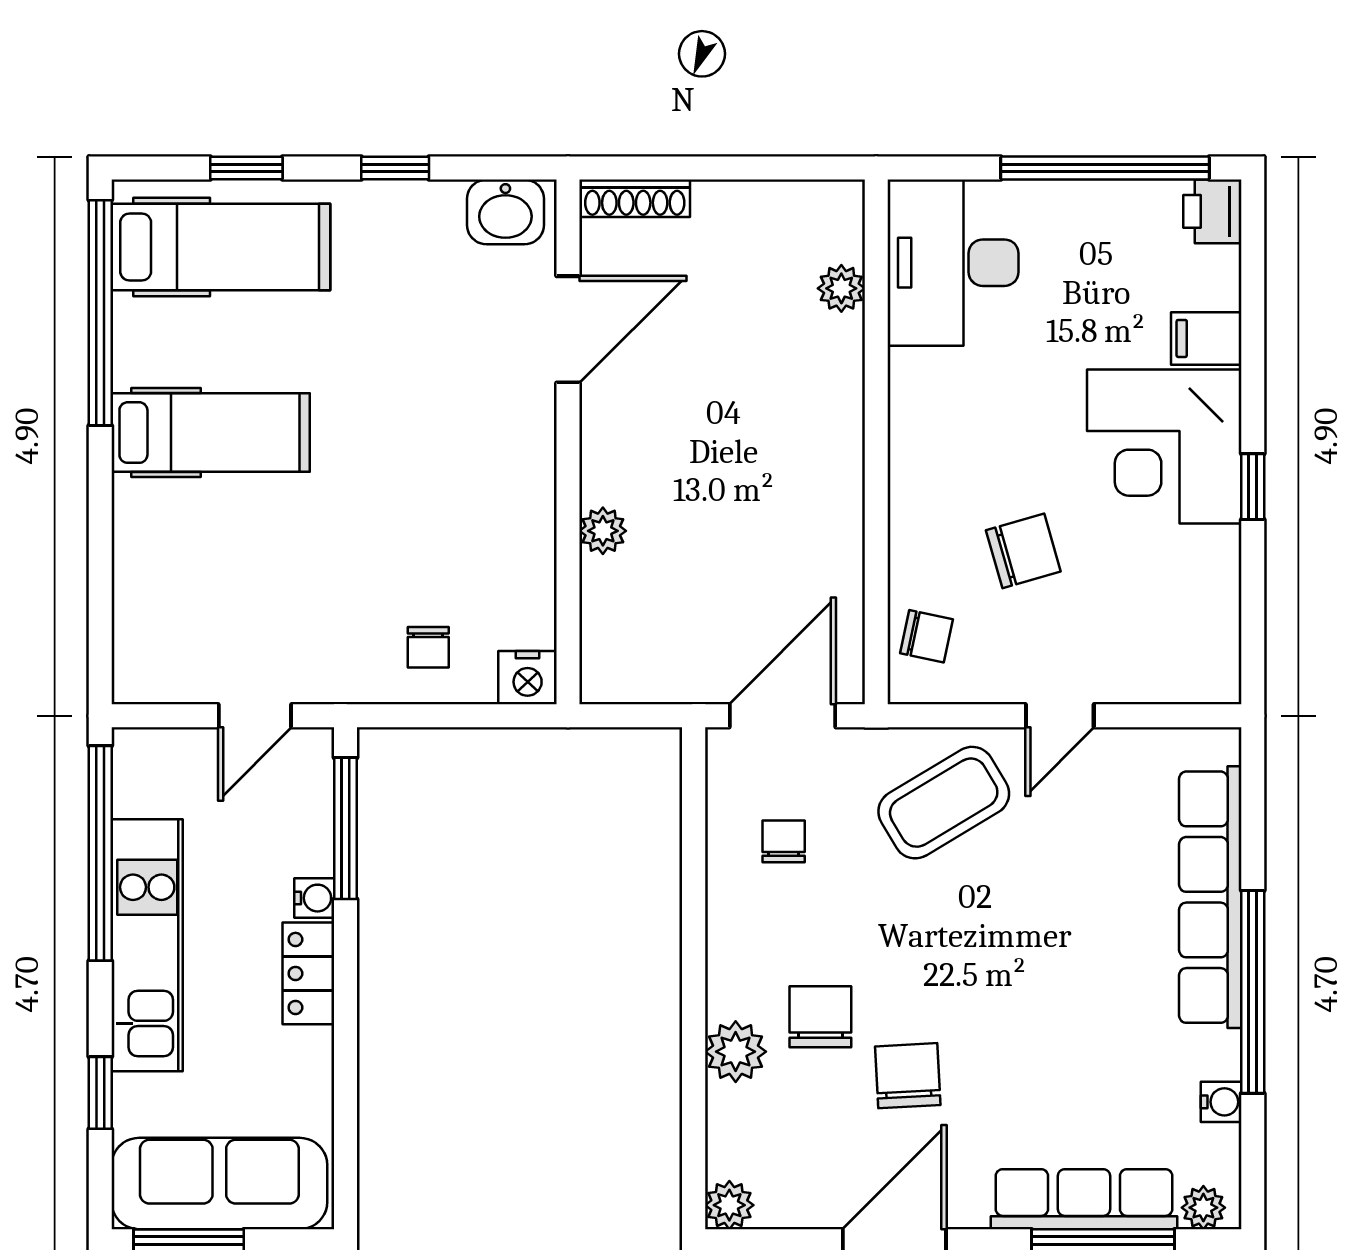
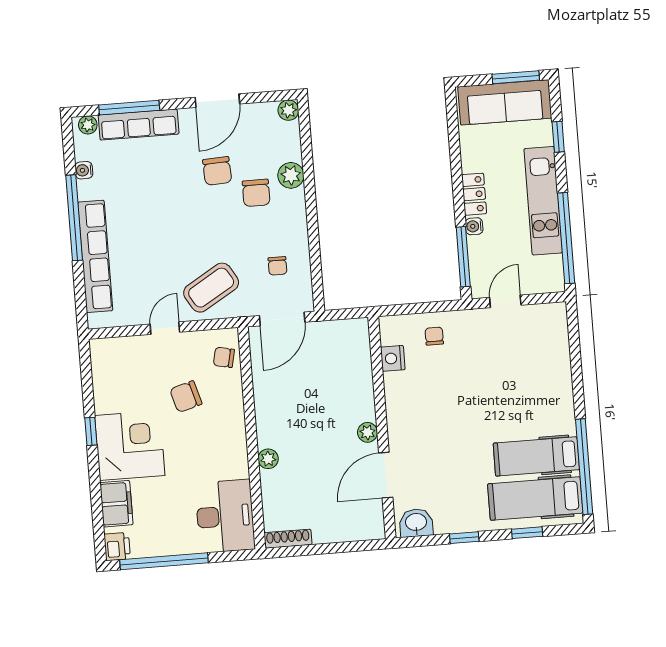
shoe rack: (635, 198) -> (288, 539), moved
plant: (841, 288) -> (268, 459), moved
filing cabinet: (1206, 338) -> (116, 504), width x2.00
hospital bed: (211, 433) -> (536, 456), moved
plant: (603, 531) -> (368, 432), moved
nightstand: (528, 678) -> (393, 358), moved, turned -90

